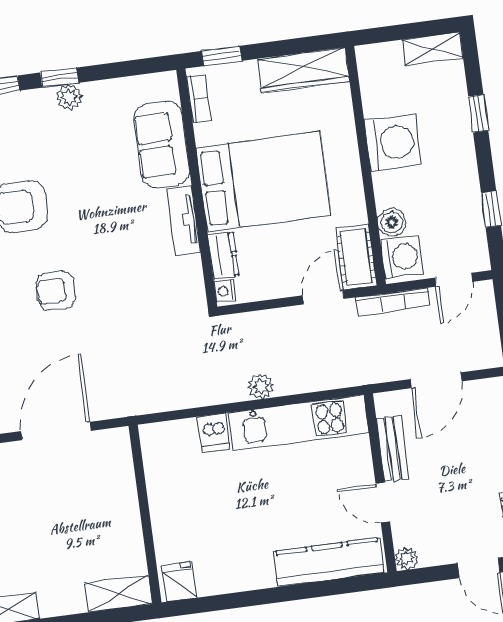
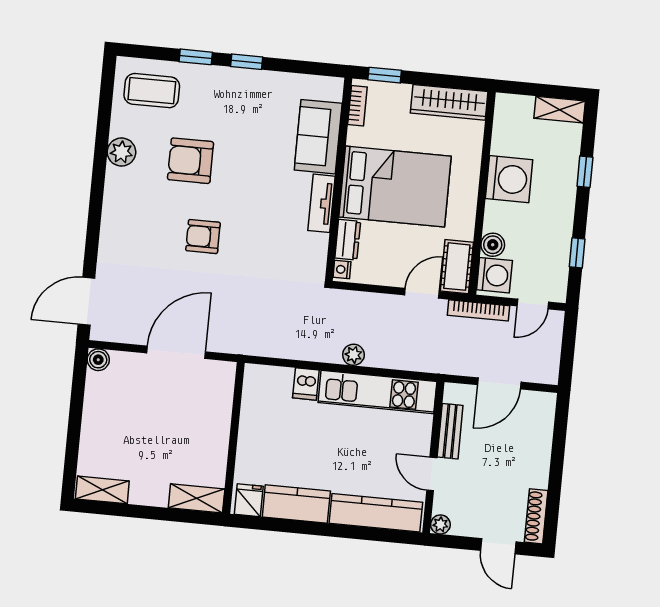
plant: (69, 97) -> (251, 80), removed
kitchen counter: (235, 573) -> (296, 504), added

